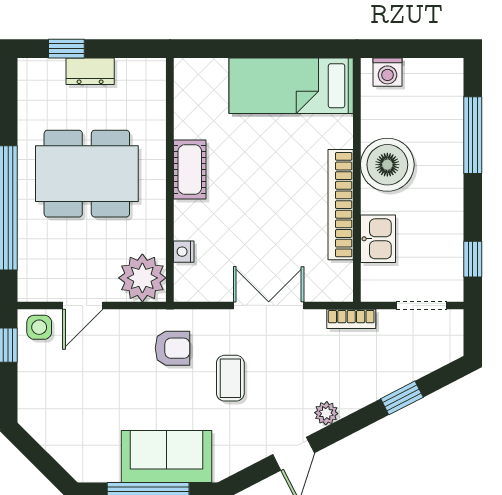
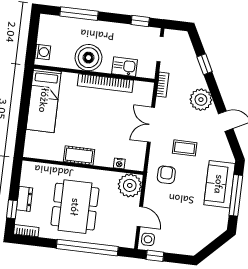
bookcase: (27, 82) -> (26, 231), added
plant: (326, 413) -> (201, 100), width x1.88, depth x1.88

